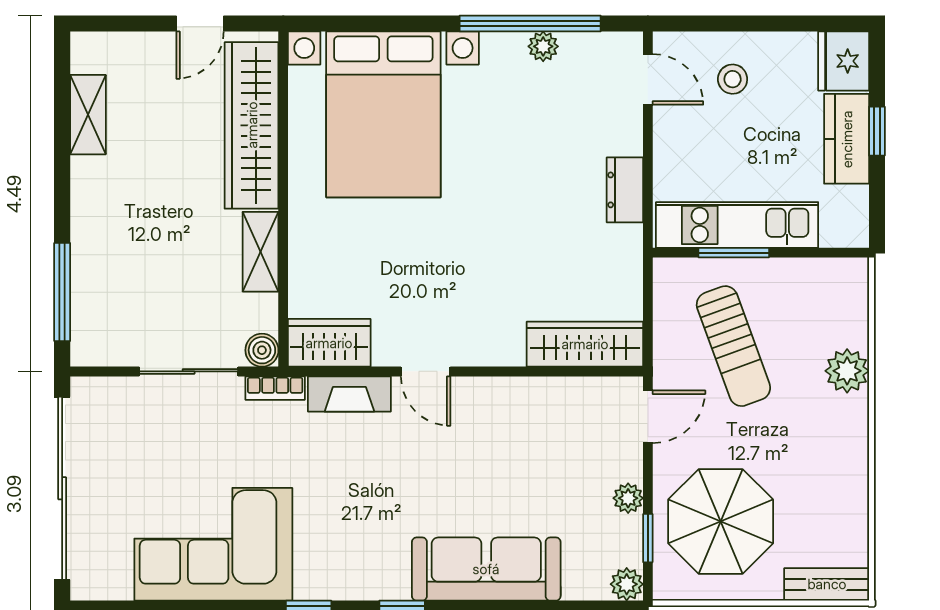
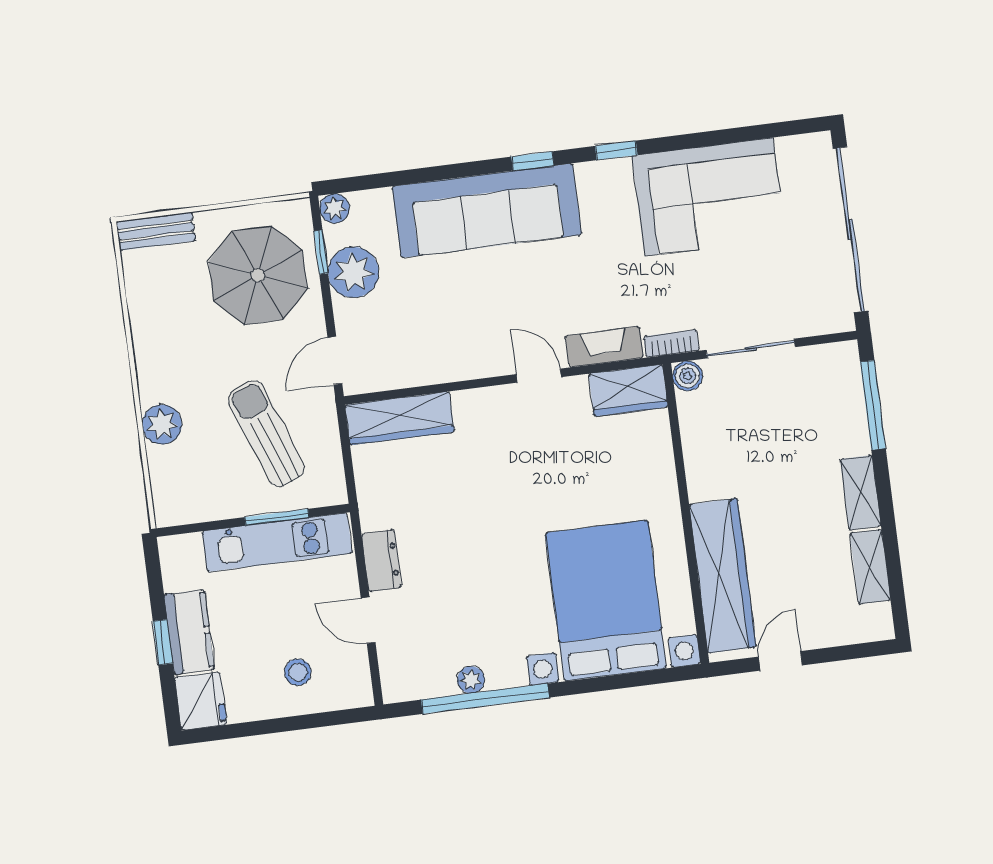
door: (648, 79) -> (368, 620), moved
shelving: (261, 252) -> (861, 493), moved
plant: (628, 498) -> (353, 272), width x1.88, depth x1.88
sofa: (486, 569) -> (487, 211), width x1.36, depth x1.27

